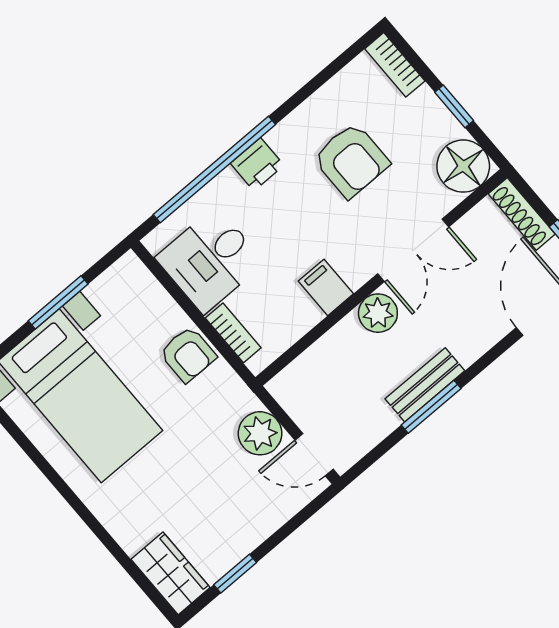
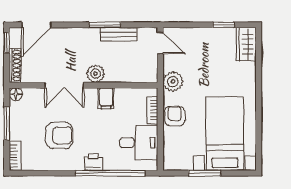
window: (454, 106) -> (7, 124), width x1.50
armchair: (351, 160) -> (59, 135), turned 90
floor lamp: (463, 166) -> (16, 94), width x0.53, depth x0.53
double door: (413, 250) -> (64, 85), swing flipped
bench: (425, 385) -> (119, 34), moved
plant: (260, 433) -> (173, 81), moved

